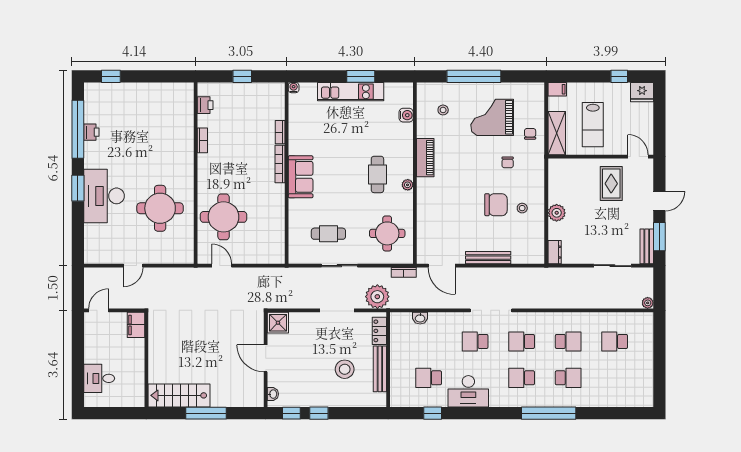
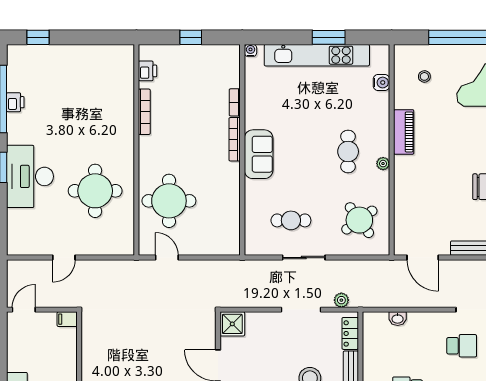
kitchen unit: (351, 92) -> (317, 55), width x1.36
bookcase: (202, 140) -> (144, 112), width x1.56
round table: (387, 233) -> (359, 220), turned -36
bookcase: (404, 272) -> (379, 265), removed
plant: (377, 297) -> (341, 300), width x0.53, depth x0.53
filing cabinet: (136, 325) -> (67, 319), width x0.50
school desk: (475, 341) -> (462, 346), turned 180

